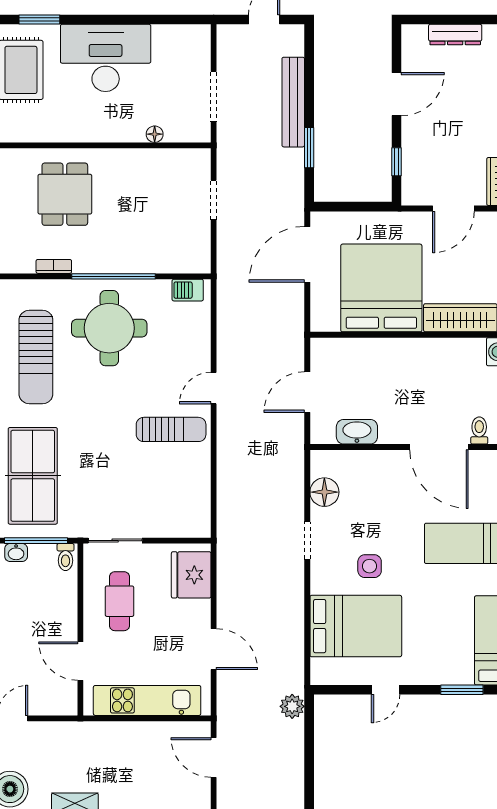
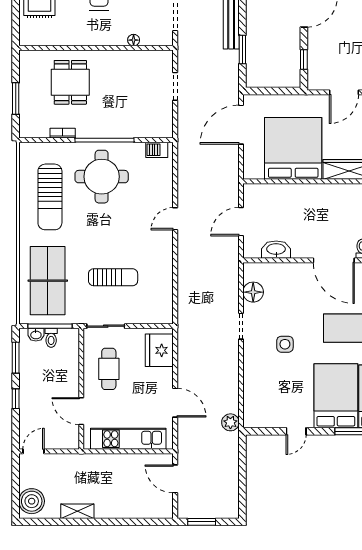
sun lounger: (171, 429) -> (113, 277), moved
toilet: (65, 557) -> (51, 338), moved
bed: (356, 626) -> (336, 396), moved, turned -90
plant: (292, 706) -> (230, 422), moved

